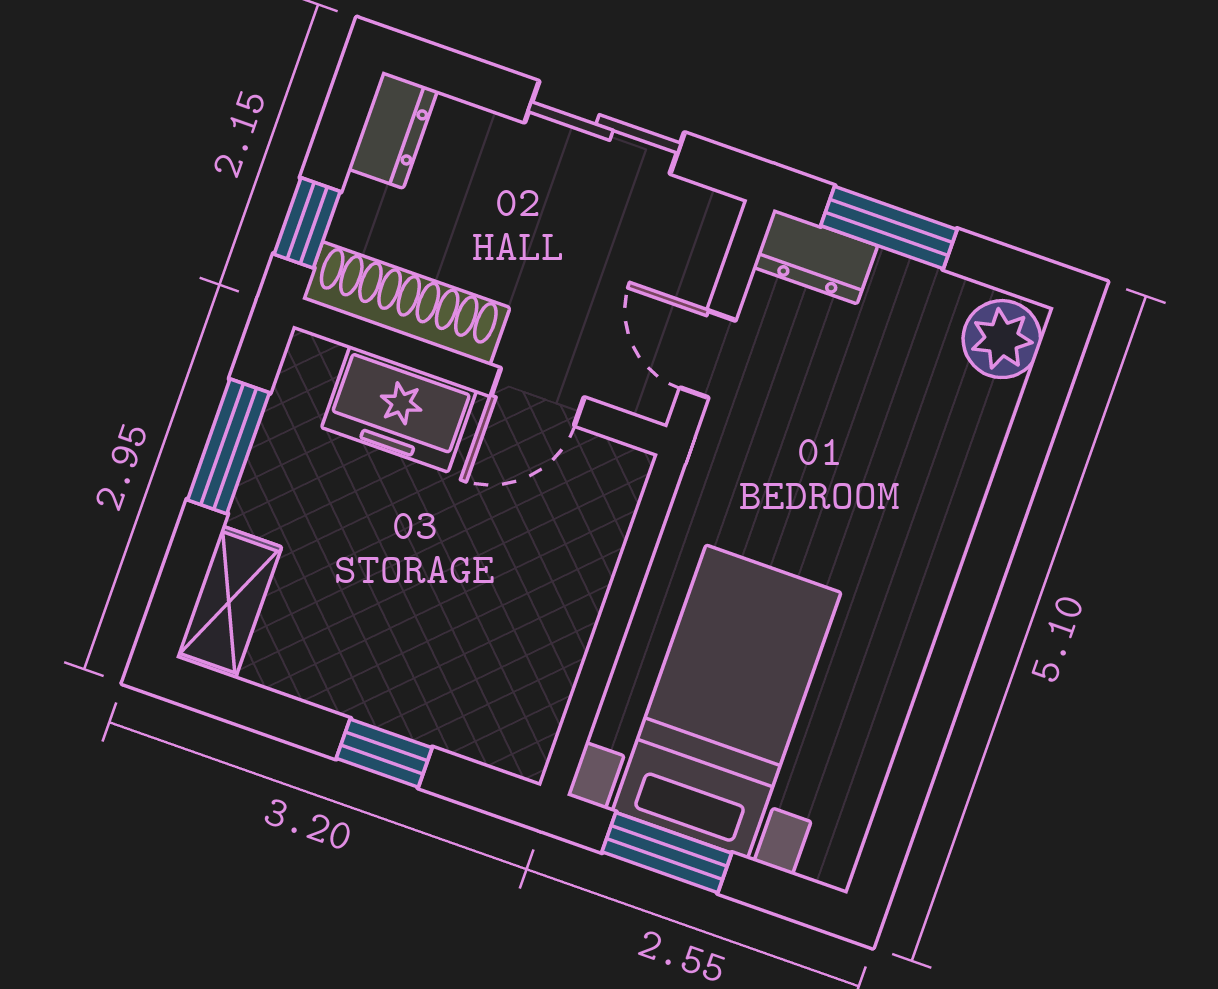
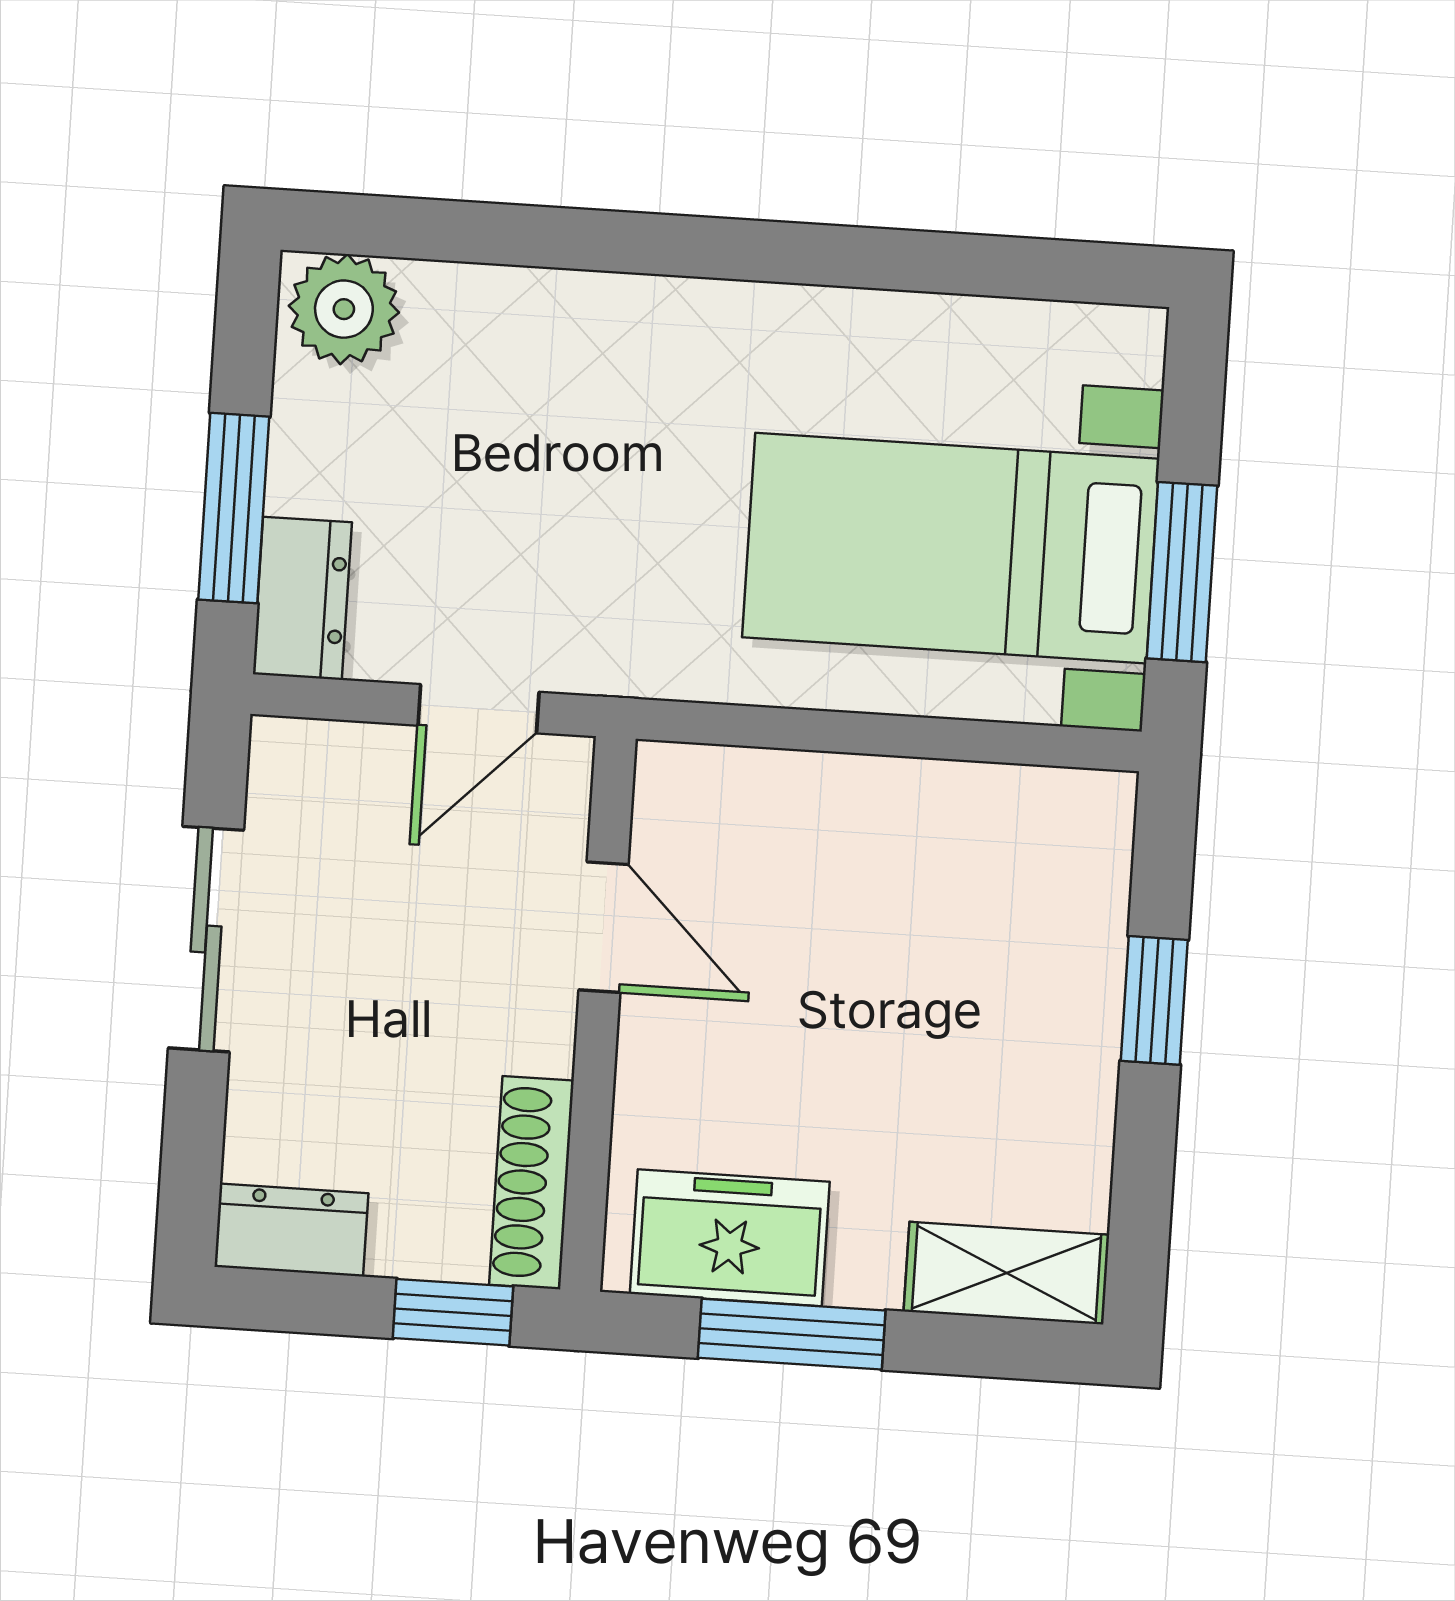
shoe rack: (406, 303) -> (531, 1183), width x0.74, depth x0.81
freezer: (399, 409) -> (730, 1238), moved, turned -90

